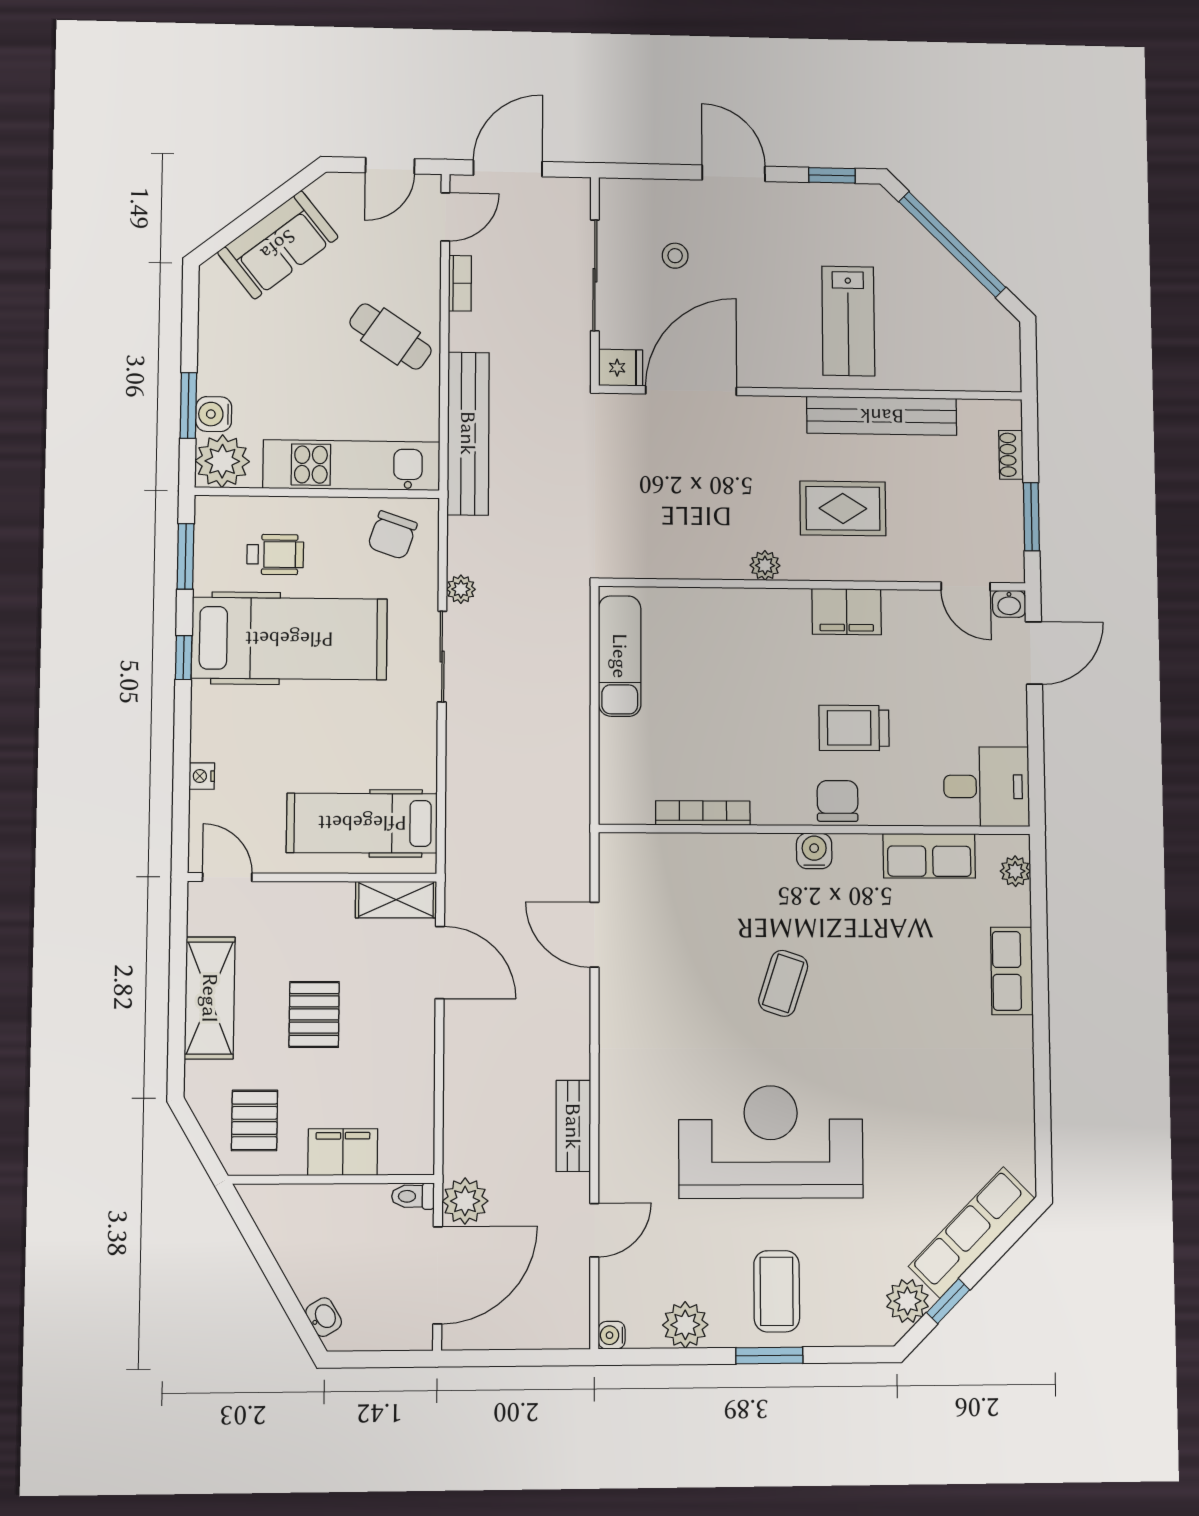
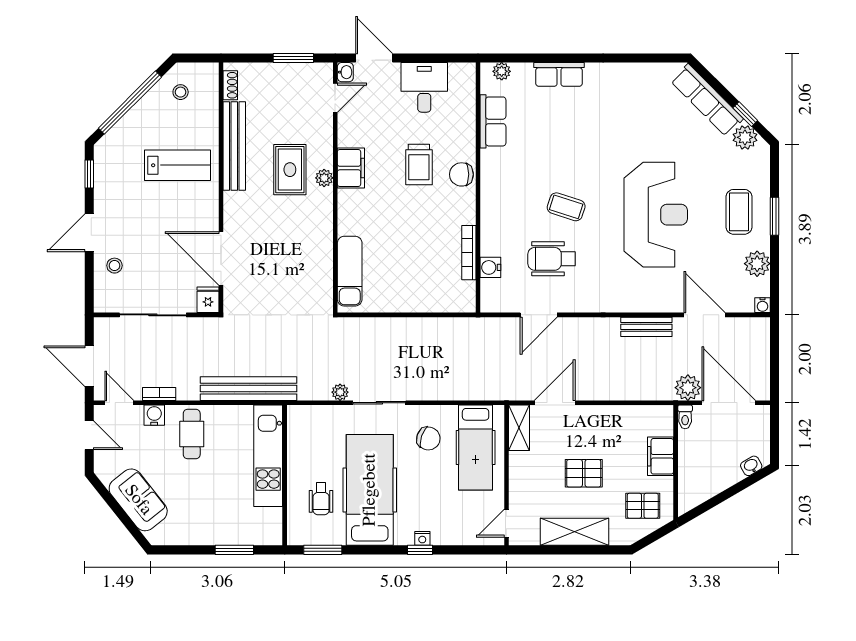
stool: (675, 256) -> (114, 266), moved
stool: (971, 328) -> (181, 92), added
cafe table: (391, 336) -> (192, 434), turned -34
water cooler: (214, 414) -> (154, 415), moved, turned 180
shoe rack: (1011, 455) -> (230, 85), moved, turned -90
plant: (222, 461) -> (267, 530), removed
chair: (392, 535) -> (428, 439), moved
wheelchair: (275, 555) -> (321, 499), turned 180
plant: (765, 565) -> (324, 178), moved
exam couch: (620, 656) -> (350, 271), moved, turned 90
window: (184, 658) -> (420, 550), moved
nightstand: (202, 776) -> (422, 538), moved
desk: (987, 787) -> (424, 87), moved
water cooler: (814, 851) -> (490, 267), moved
wheelchair: (692, 958) -> (552, 259), added
reception desk: (771, 1142) -> (656, 215), turned 180
door: (594, 1230) -> (704, 315), width x1.38
coffee table: (777, 1291) -> (739, 212), turned 90

